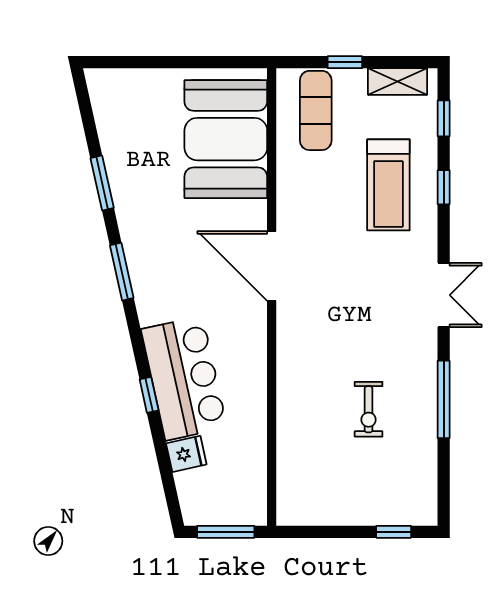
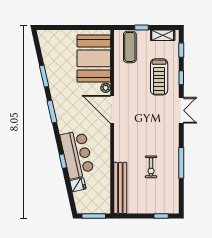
plant: (255, 212) -> (106, 88), added
double door: (444, 295) -> (181, 110), moved
bench: (292, 462) -> (120, 188), added

